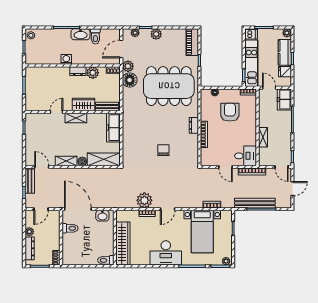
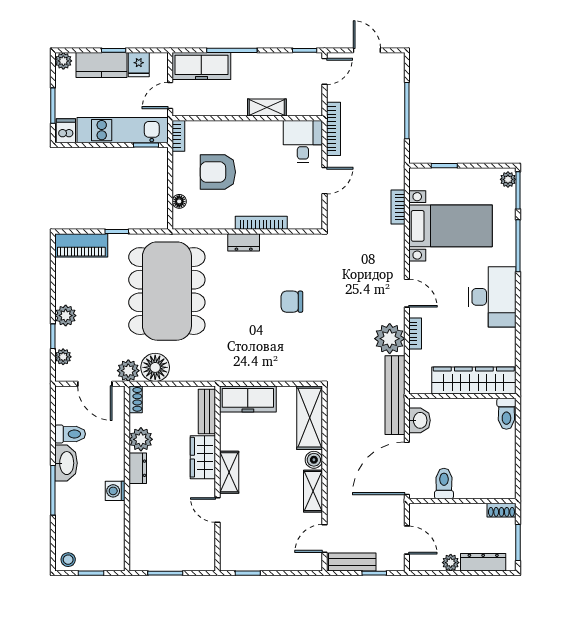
freezer: (284, 99) -> (201, 66), width x1.40
bench: (255, 203) -> (395, 395), moved

